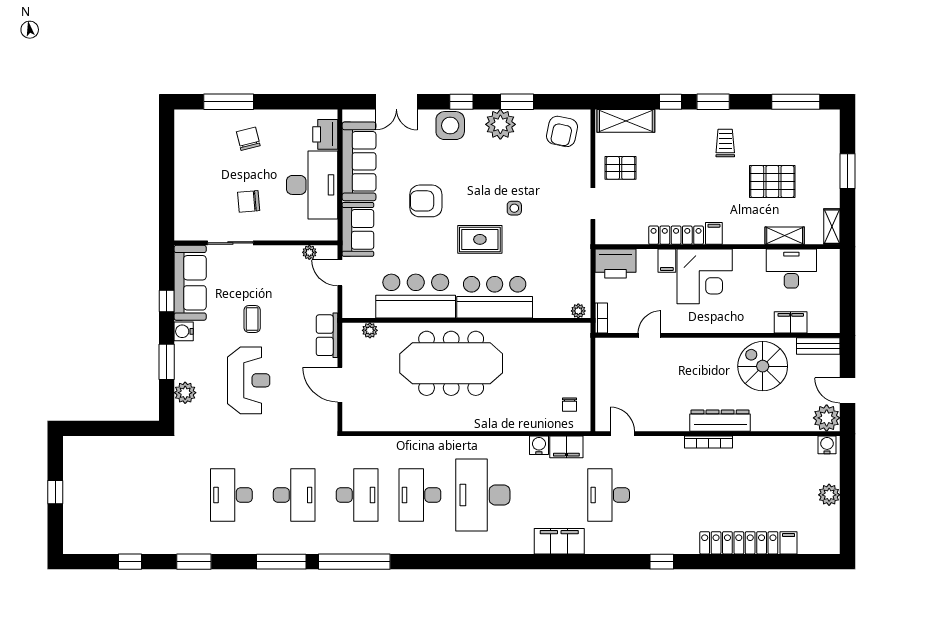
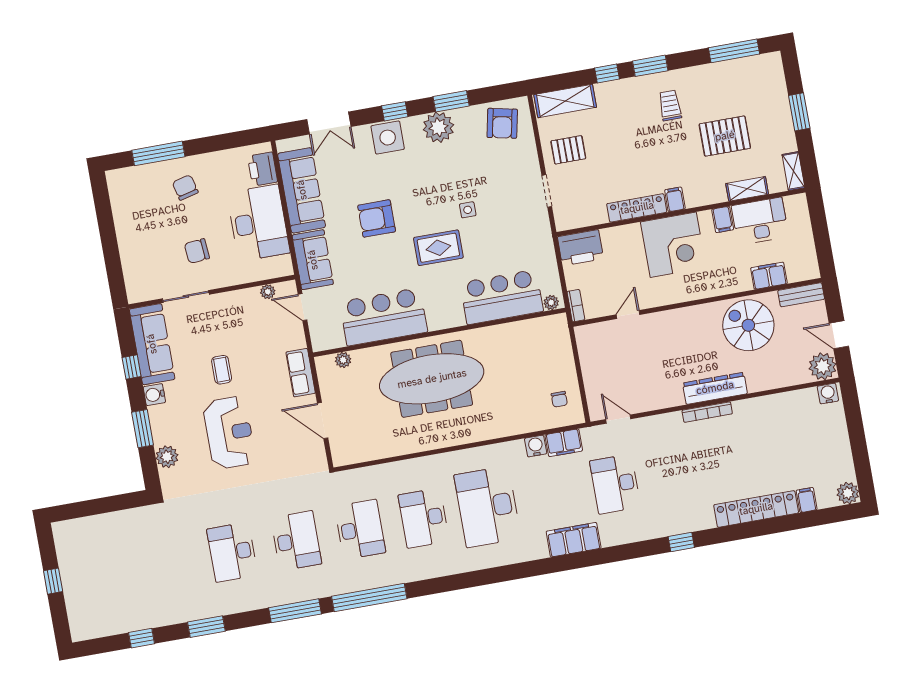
filing cabinet: (667, 261) -> (723, 219), moved
bar counter: (495, 297) -> (502, 297), moved
plant: (829, 495) -> (848, 493), moved

